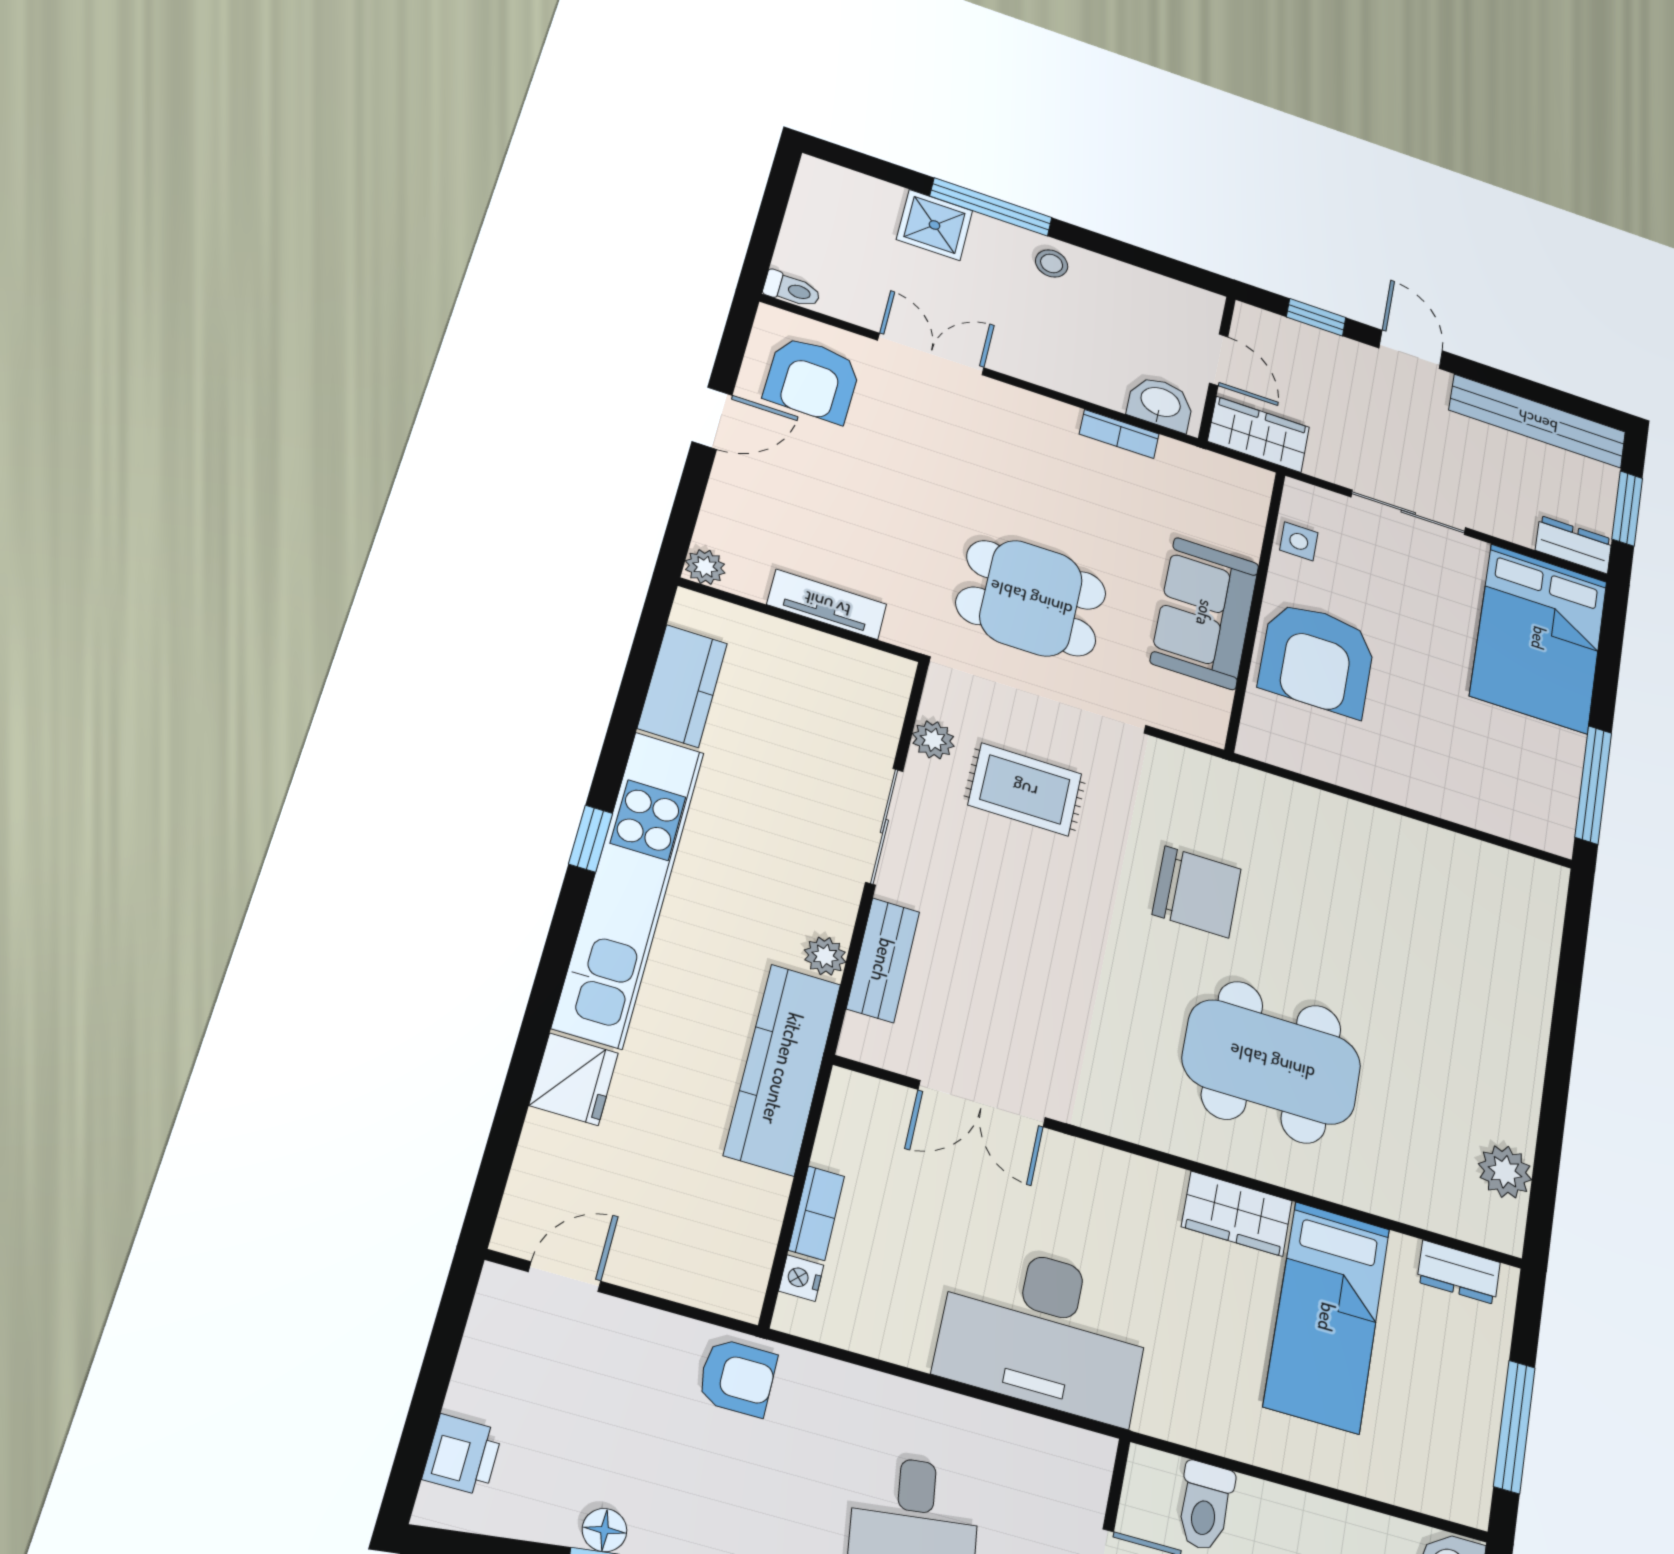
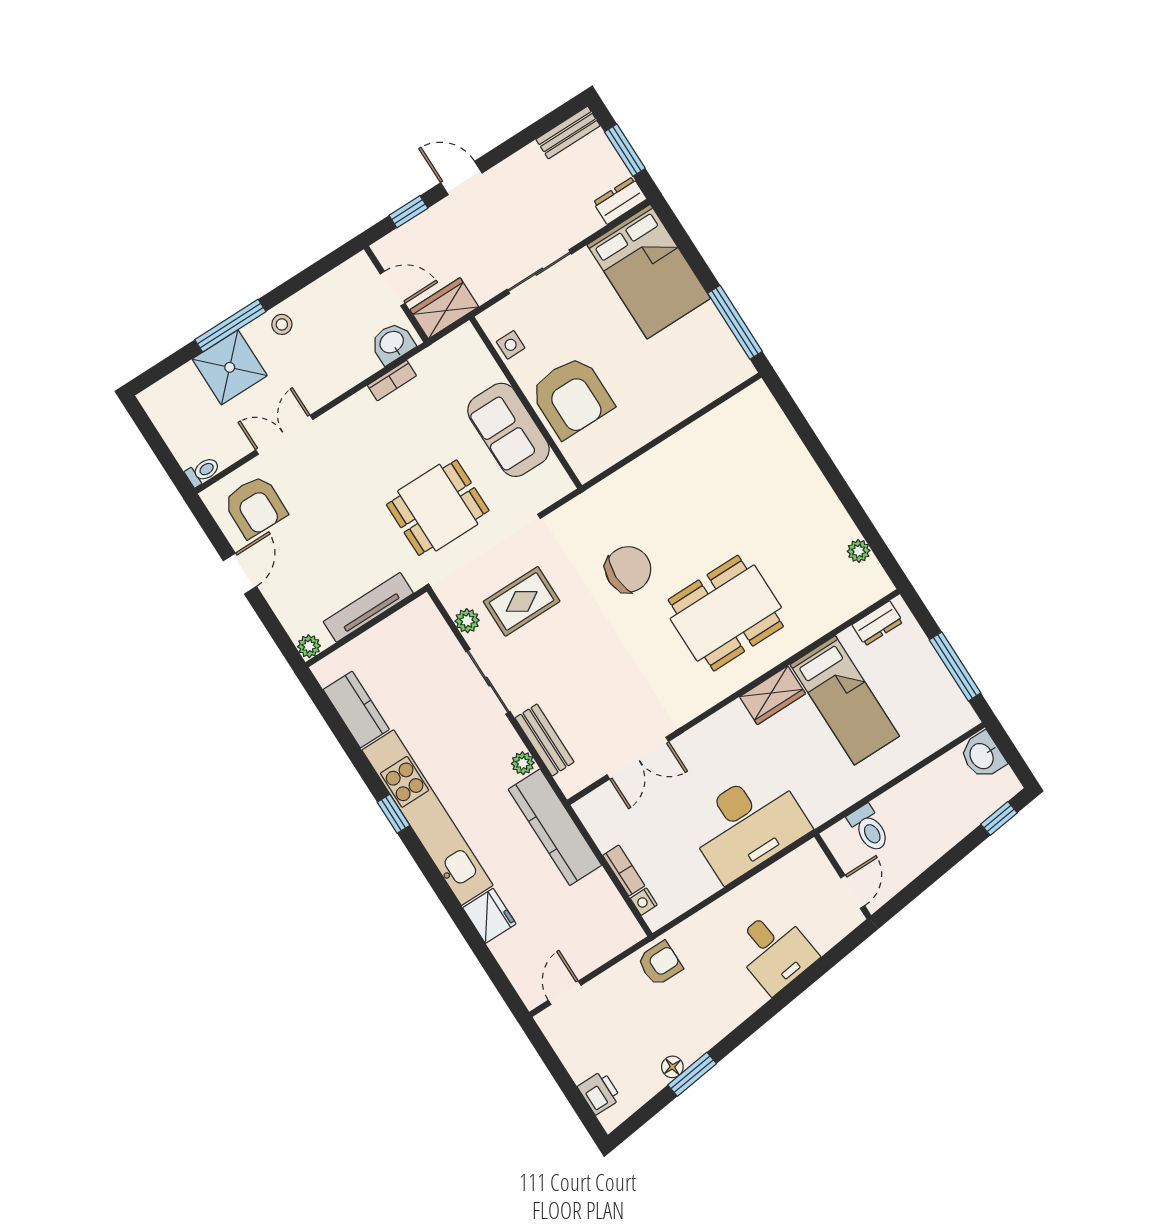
shower: (935, 225) -> (230, 367), width x1.36, depth x1.36
bench: (1538, 421) -> (568, 133), width x0.54, depth x0.82
tv unit: (827, 604) -> (368, 607), width x1.41
plant: (1505, 1172) -> (859, 551), width x0.73, depth x0.73

